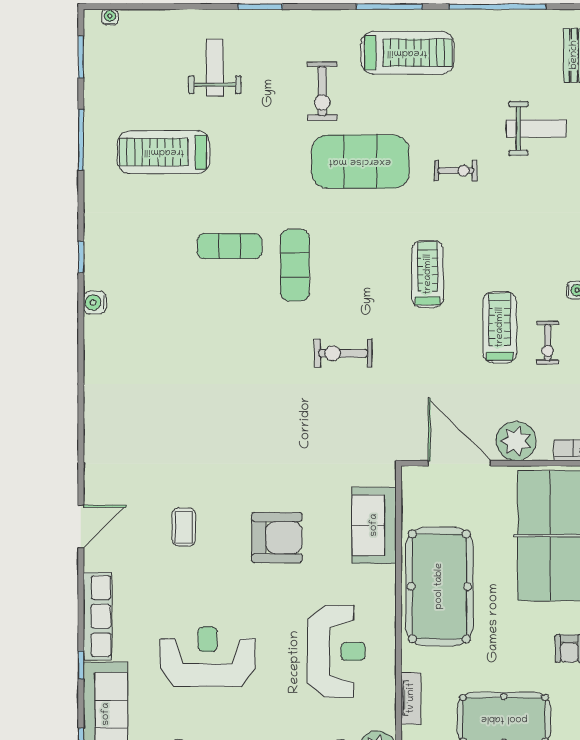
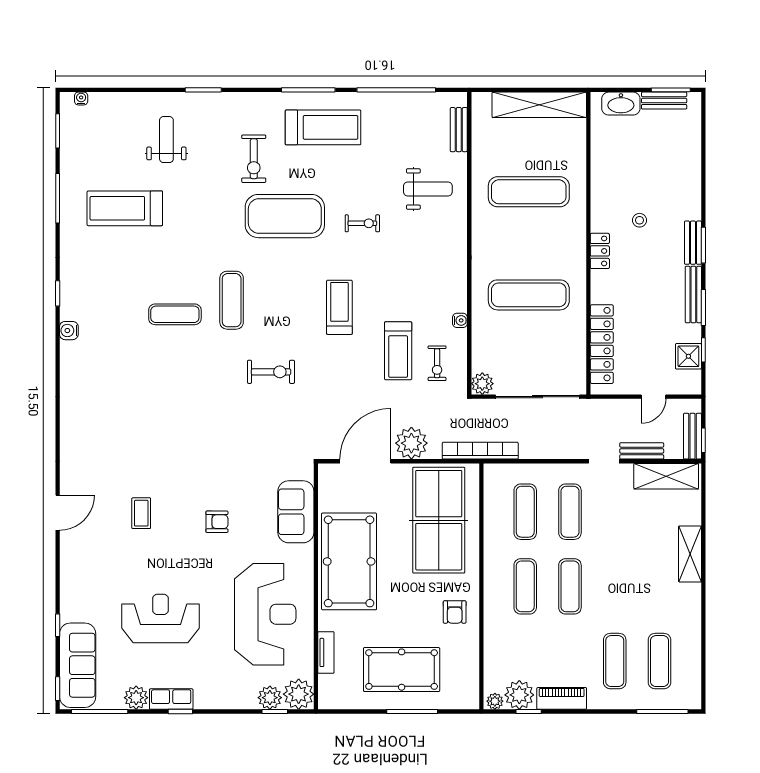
exercise mat: (229, 246) -> (175, 314), moved
treadmill: (500, 327) -> (398, 351), turned 180
exercise bike: (343, 353) -> (271, 372), turned 180
door: (460, 463) -> (365, 461), hinge flipped
armchair: (277, 538) -> (217, 522), width x0.53, depth x0.53
row of seats: (98, 616) -> (71, 586), removed
reception desk: (336, 651) -> (265, 614), width x1.36, depth x1.30

